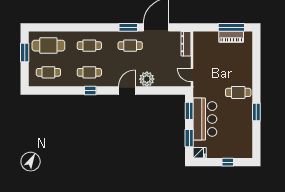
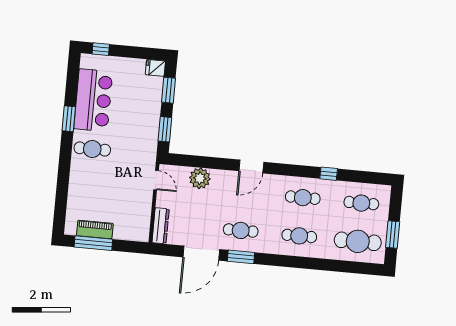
plant: (147, 79) -> (200, 178), moved
window: (90, 91) -> (329, 174), moved
bar counter: (205, 119) -> (93, 100), moved, turned 180
window: (228, 162) -> (101, 49), moved

